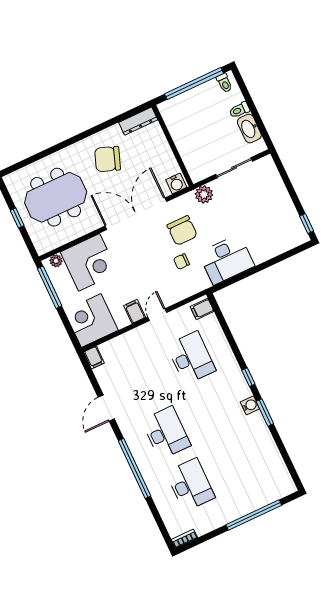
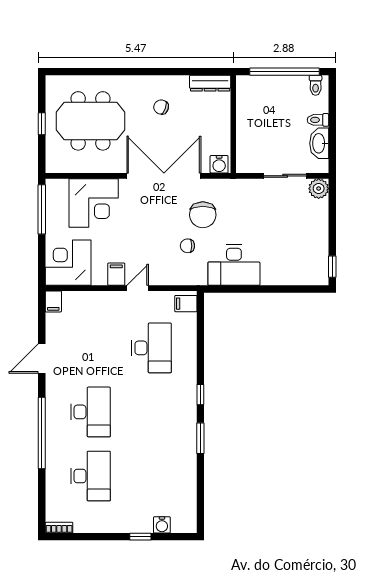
chair: (108, 159) -> (161, 107), width x0.54, depth x0.54
plant: (204, 194) -> (319, 189), moved
plant: (56, 261) -> (61, 186), removed
water cooler: (250, 405) -> (162, 525), moved, turned 90
window: (254, 515) -> (140, 537), width x0.32

